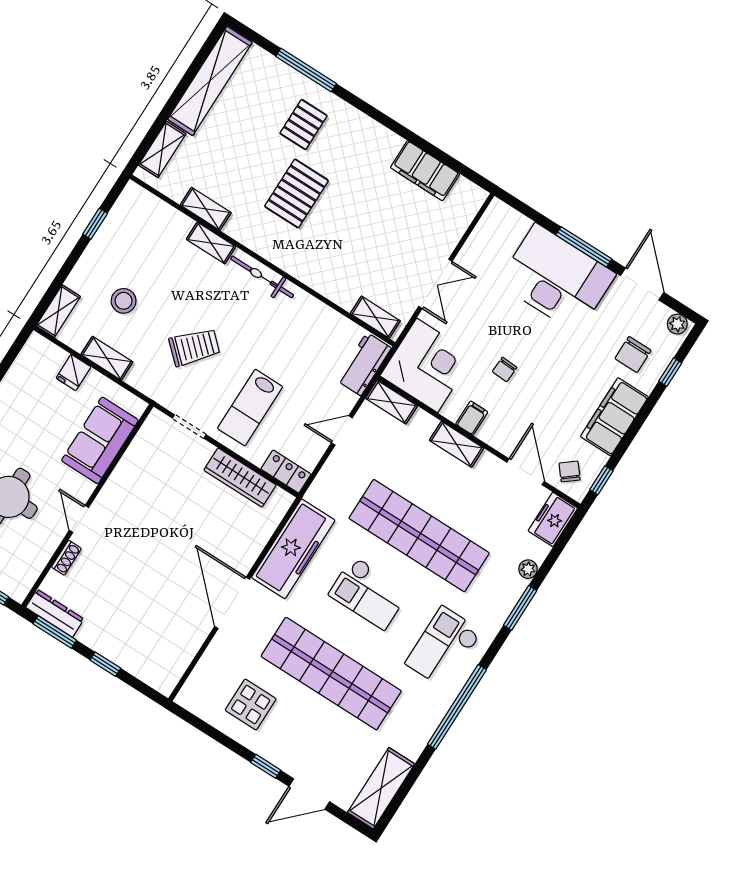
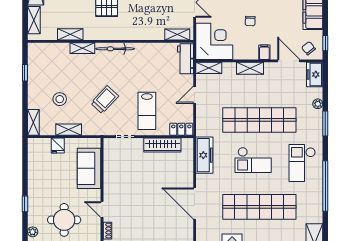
filing cabinet: (472, 418) -> (264, 52), moved
freezer: (293, 549) -> (204, 155), width x0.73, depth x0.79

